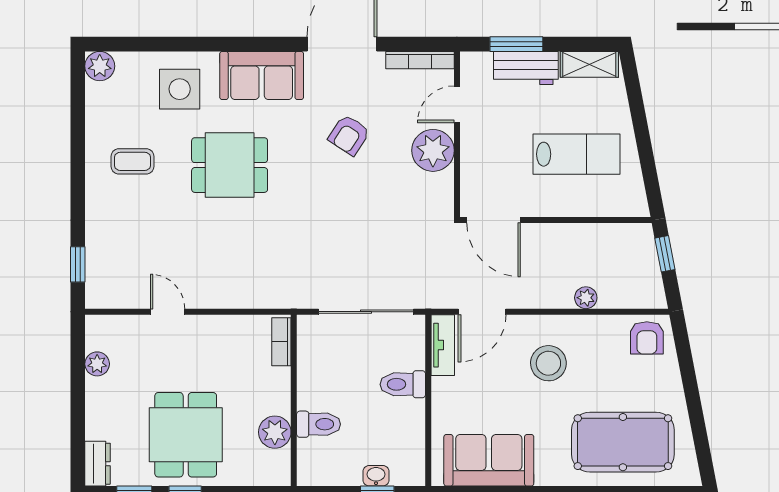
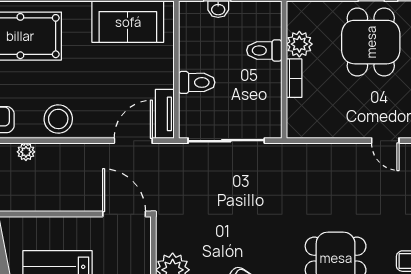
plant: (586, 298) -> (26, 152), moved
bookcase: (281, 342) -> (294, 78), moved
stool: (548, 363) -> (58, 119), moved

